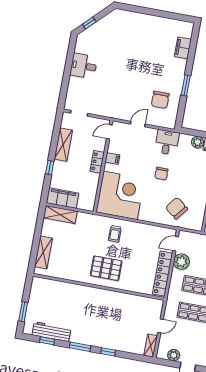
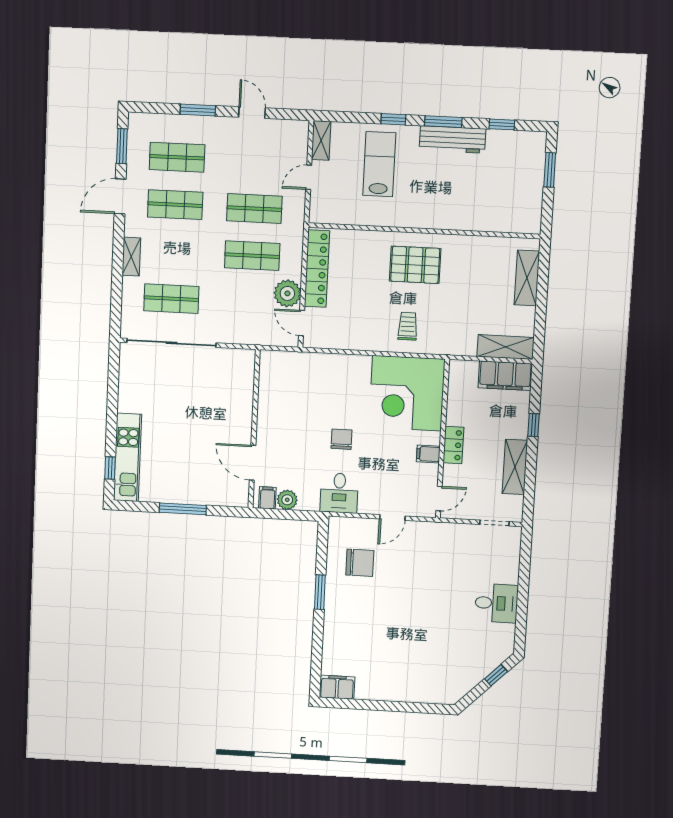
filing cabinet: (183, 48) -> (337, 687), moved, turned -90
chair: (160, 100) -> (360, 563), turned 90
chair: (177, 208) -> (308, 384), removed
door: (176, 244) -> (302, 323), swing flipped
lab bench: (119, 328) -> (379, 164), added
workbench: (52, 332) -> (453, 139), moved
plant: (174, 355) -> (279, 129), removed

